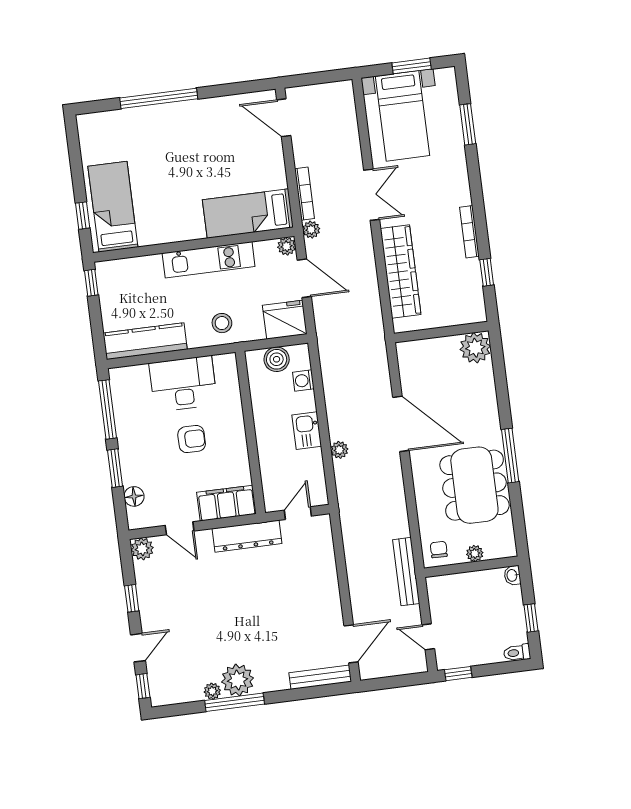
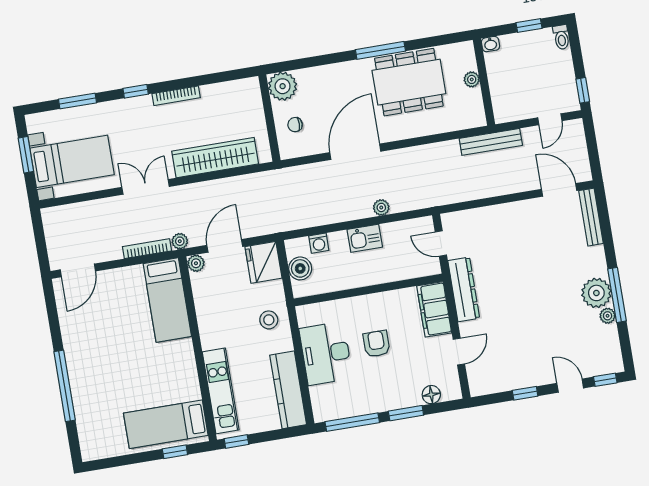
kitchen unit: (209, 260) -> (221, 391), moved
window: (487, 272) -> (136, 91), moved
plant: (142, 549) -> (479, 385), removed
chair: (439, 550) -> (295, 125), moved

